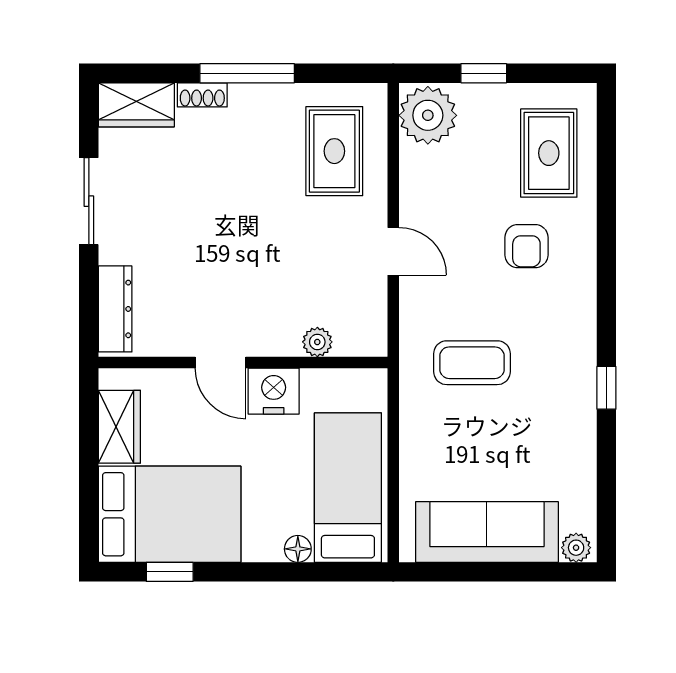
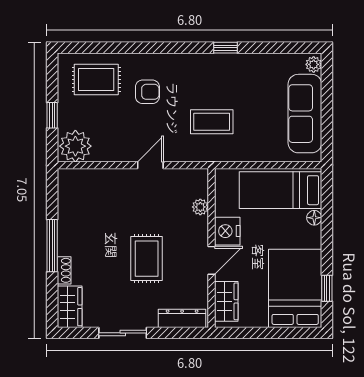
rug: (334, 151) -> (147, 259), moved, turned 90
coffee table: (472, 363) -> (212, 122), turned 90
wardrobe: (119, 427) -> (226, 301), moved, turned 90

